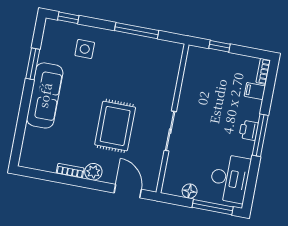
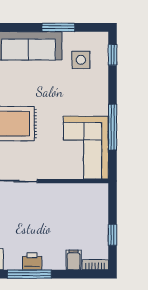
window: (219, 46) -> (113, 235), moved
side table: (85, 49) -> (81, 60), moved
corner sofa: (151, 59) -> (86, 148), added

